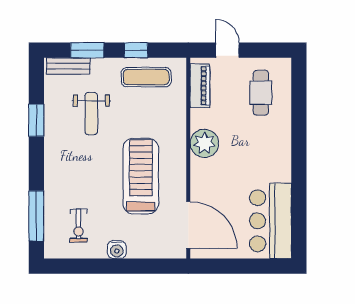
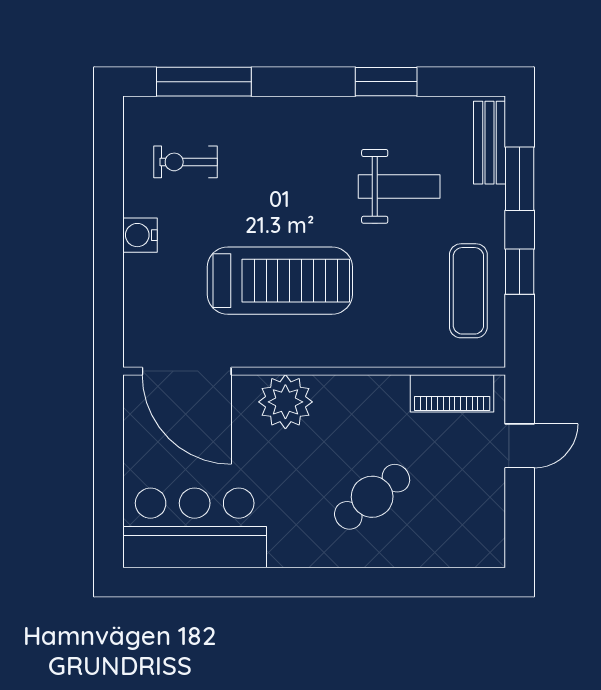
cafe table: (261, 93) -> (372, 497), moved, turned -38
weight bench: (91, 113) -> (399, 186), turned 180
plant: (204, 143) -> (285, 402), moved
door: (188, 225) -> (187, 371), hinge flipped

